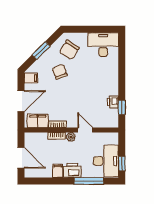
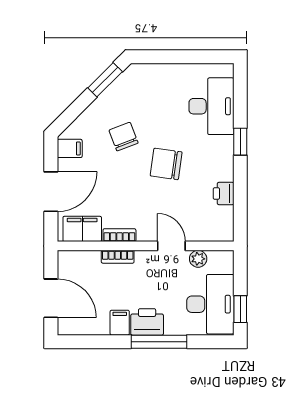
desk: (103, 45) -> (211, 106), moved, turned 90
window: (41, 50) -> (105, 80), moved
chair: (69, 50) -> (166, 164), moved, turned 66
window: (122, 107) -> (240, 142), moved
plant: (71, 137) -> (198, 259), moved
window: (89, 181) -> (159, 342), moved

